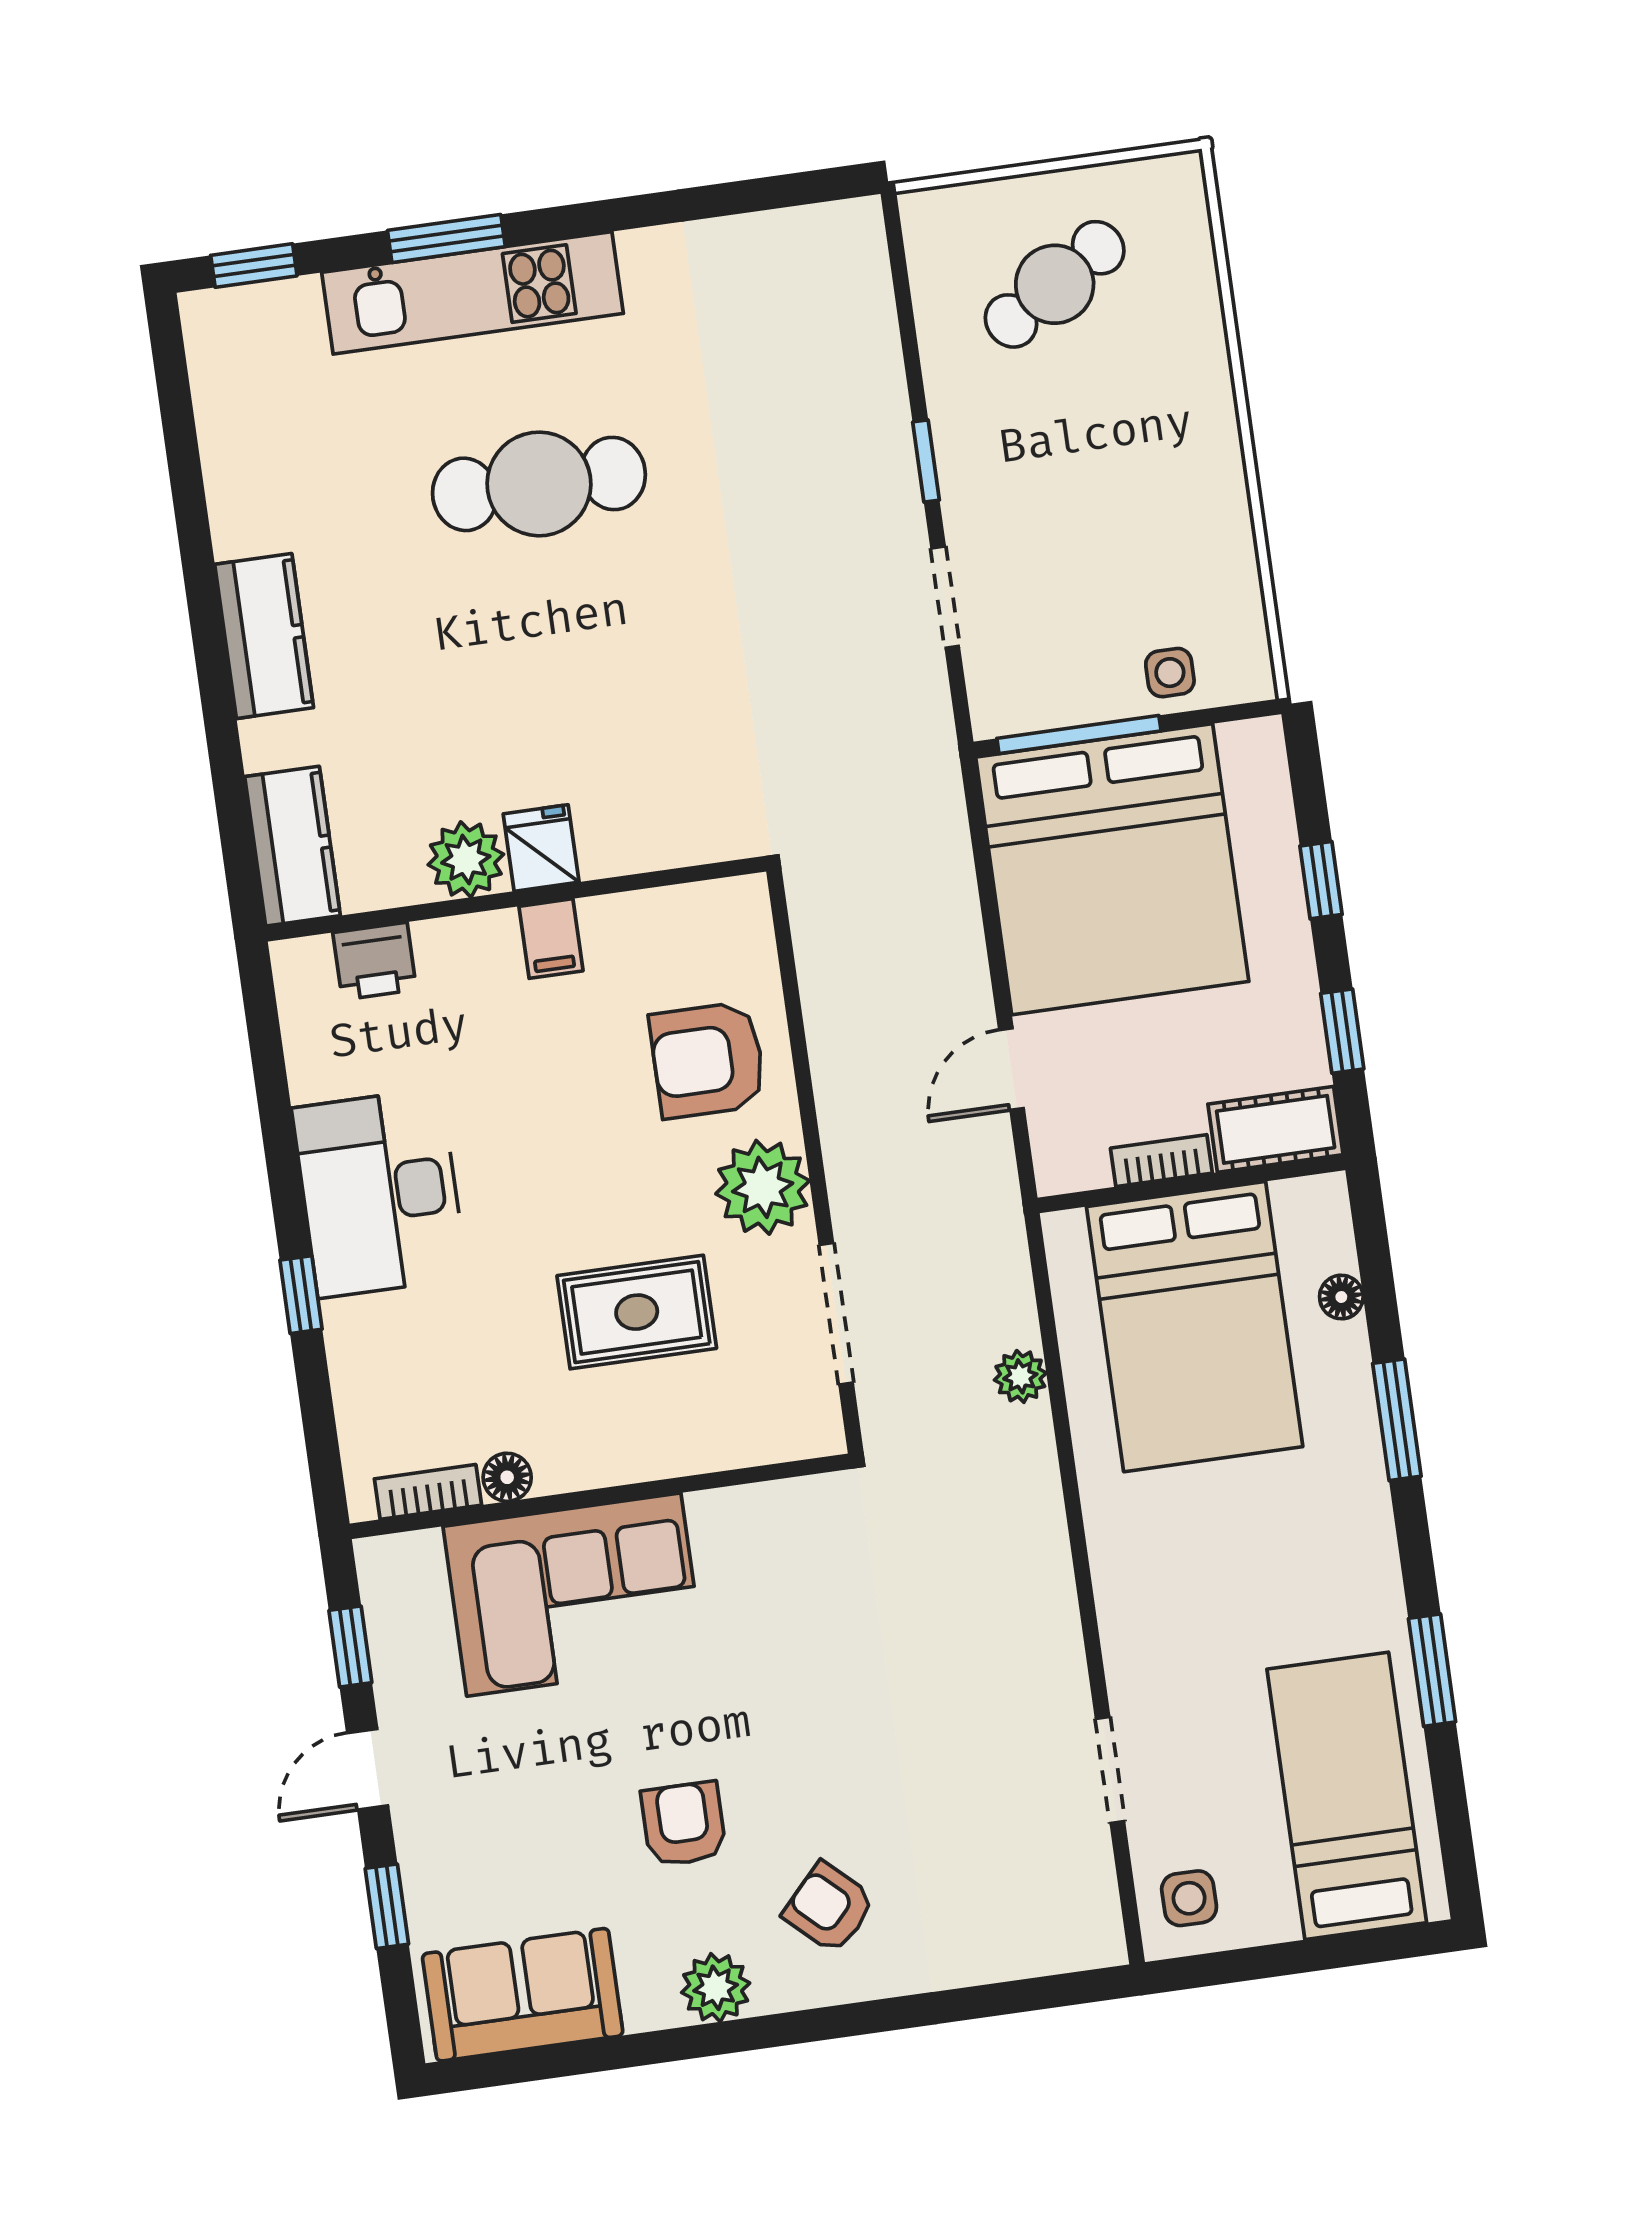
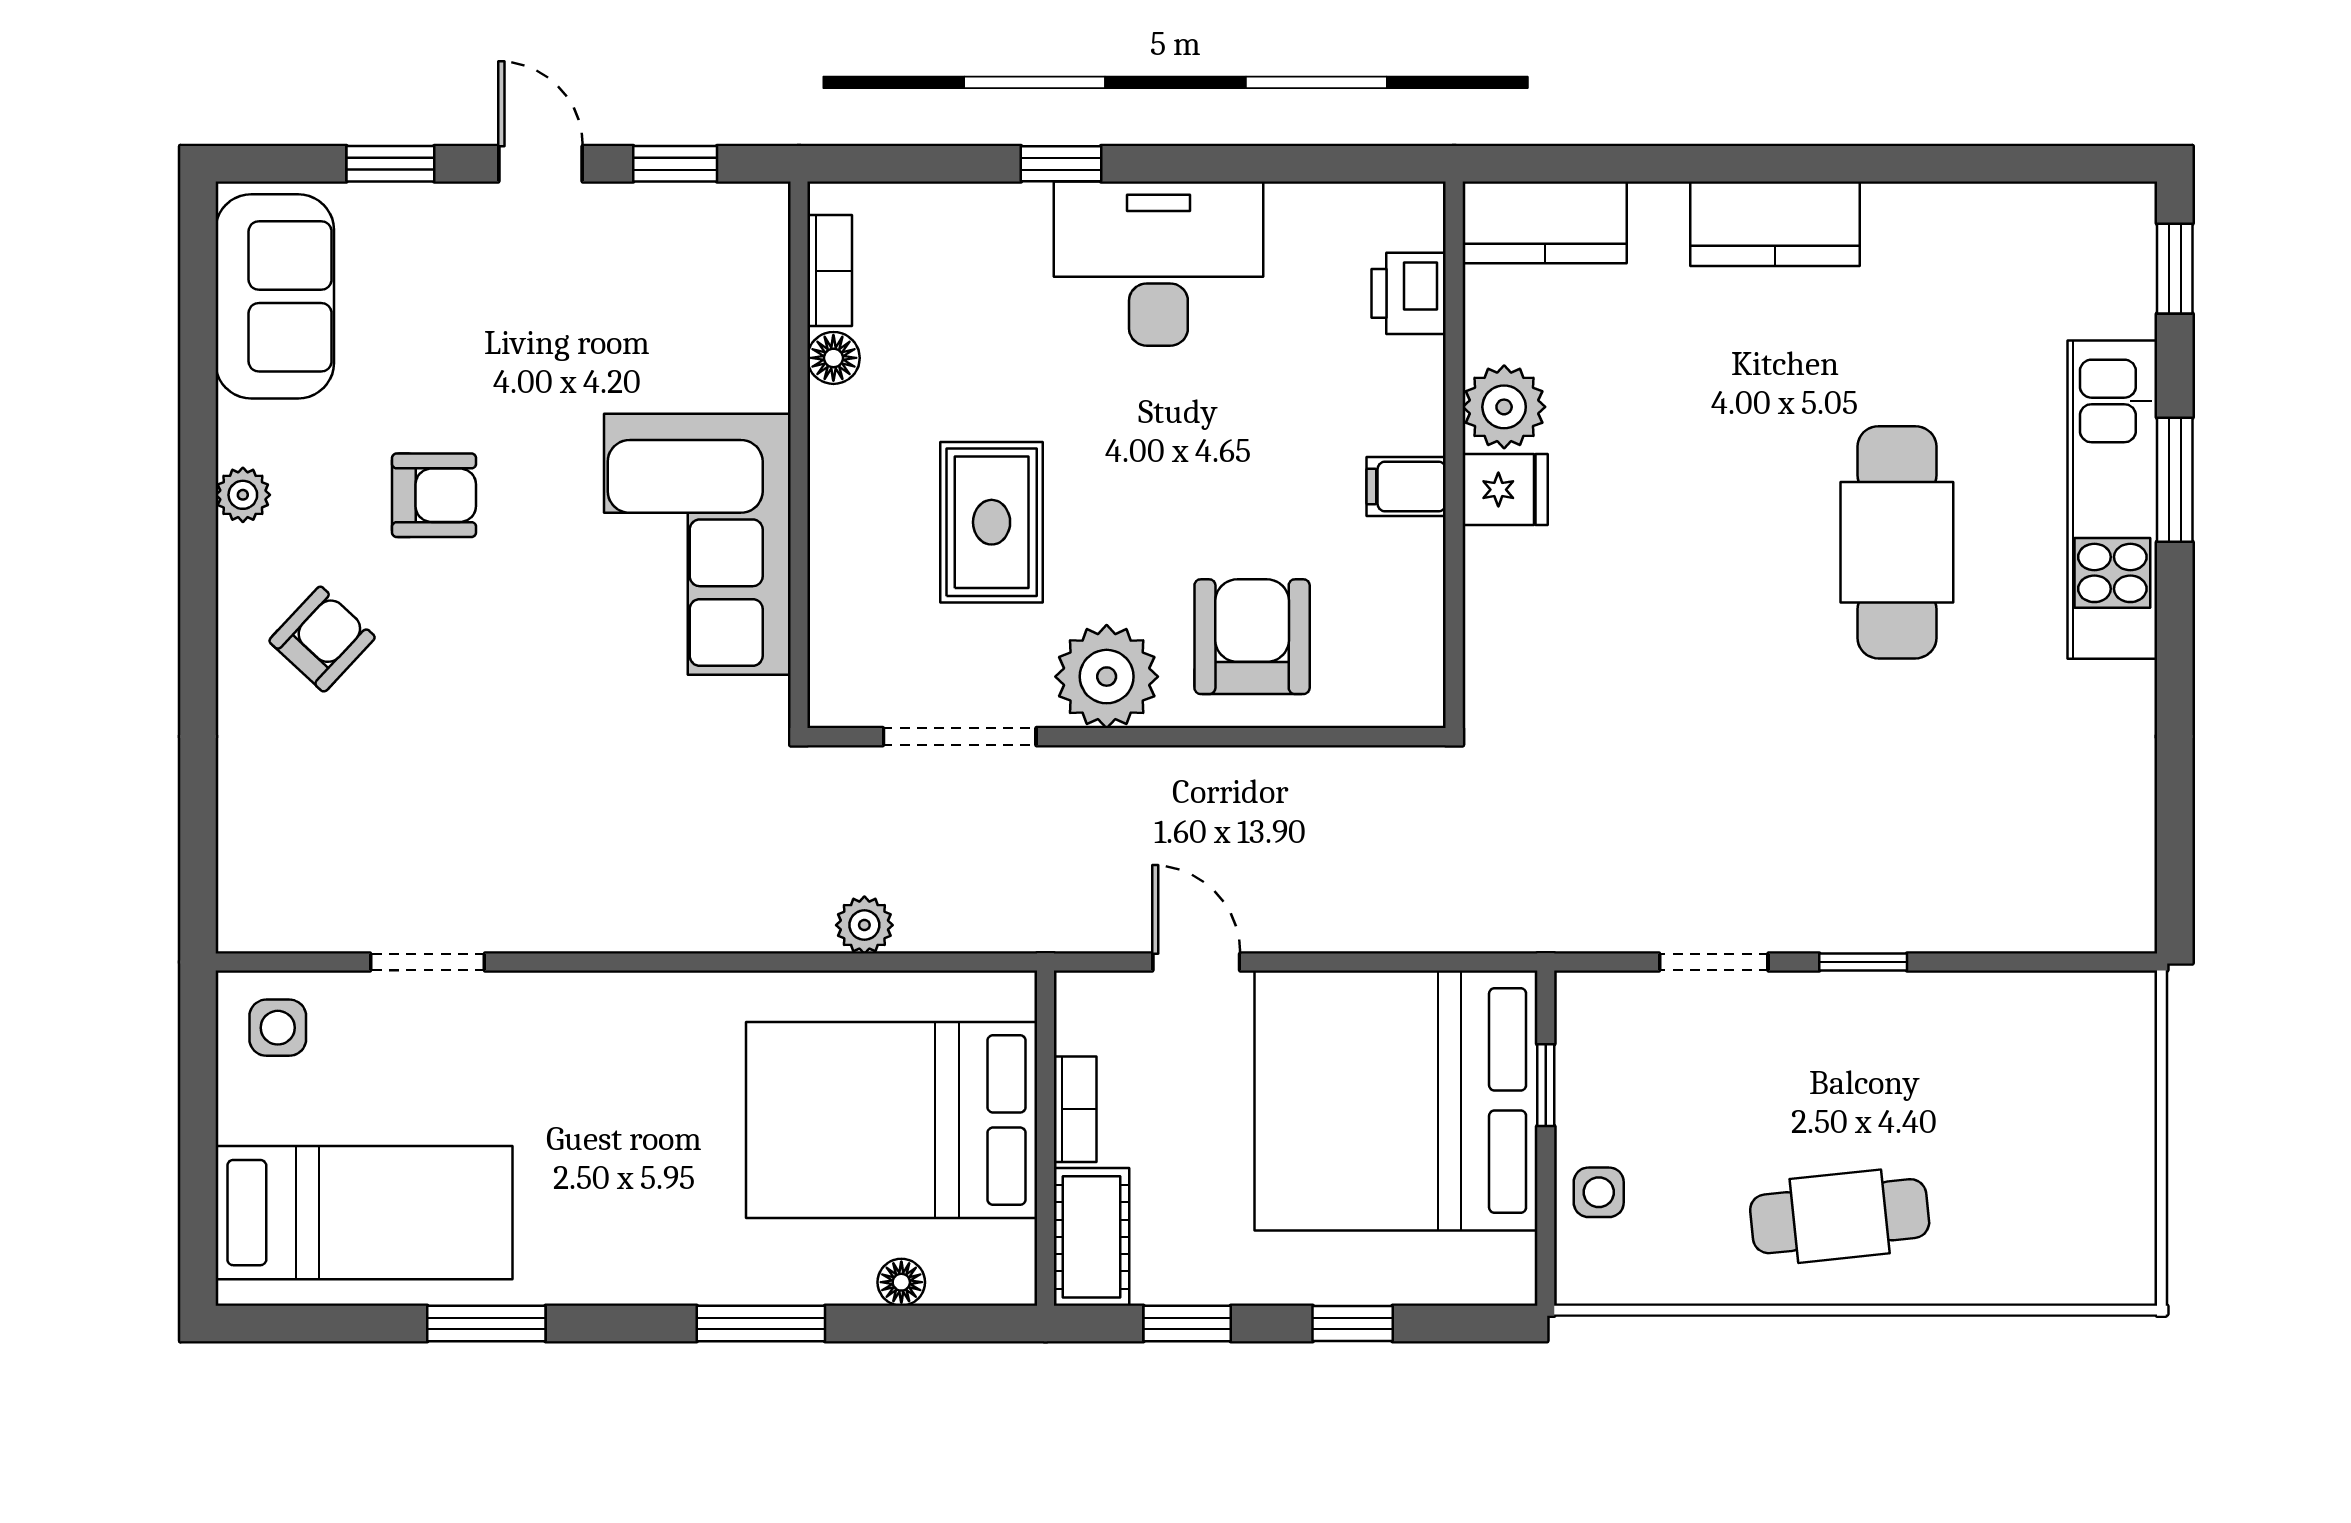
cafe table: (1055, 284) -> (1840, 1216), moved, turned -64
window: (1079, 735) -> (1546, 1085), width x0.46
corner sofa: (574, 1595) -> (697, 544), moved
plant: (716, 1988) -> (243, 495), width x0.73, depth x0.73

